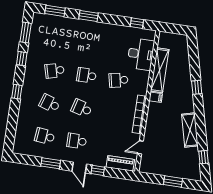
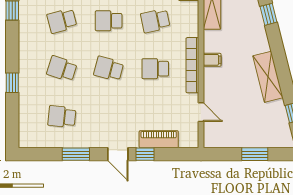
window: (17, 92) -> (12, 83), moved
filing cabinet: (156, 97) -> (212, 60), moved
school desk: (77, 141) -> (155, 69), moved
door: (140, 147) -> (201, 112), swing flipped
piano: (120, 163) -> (159, 139), moved

